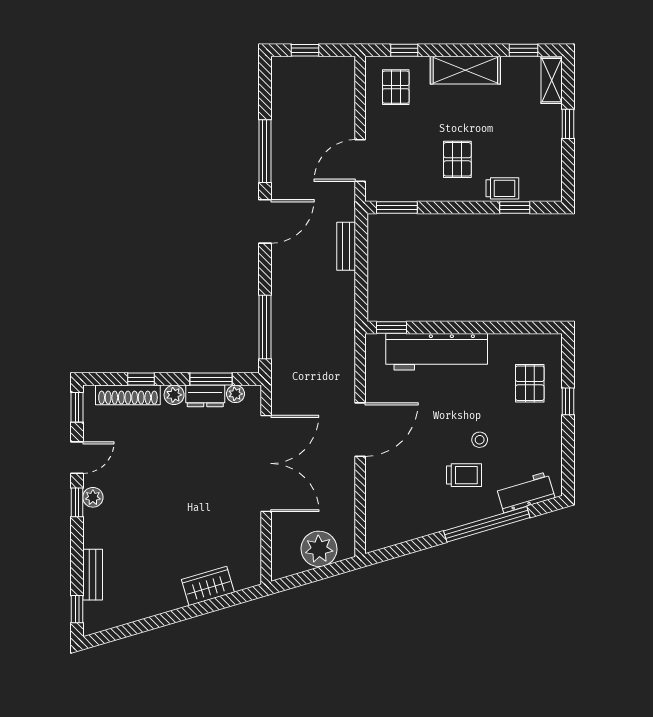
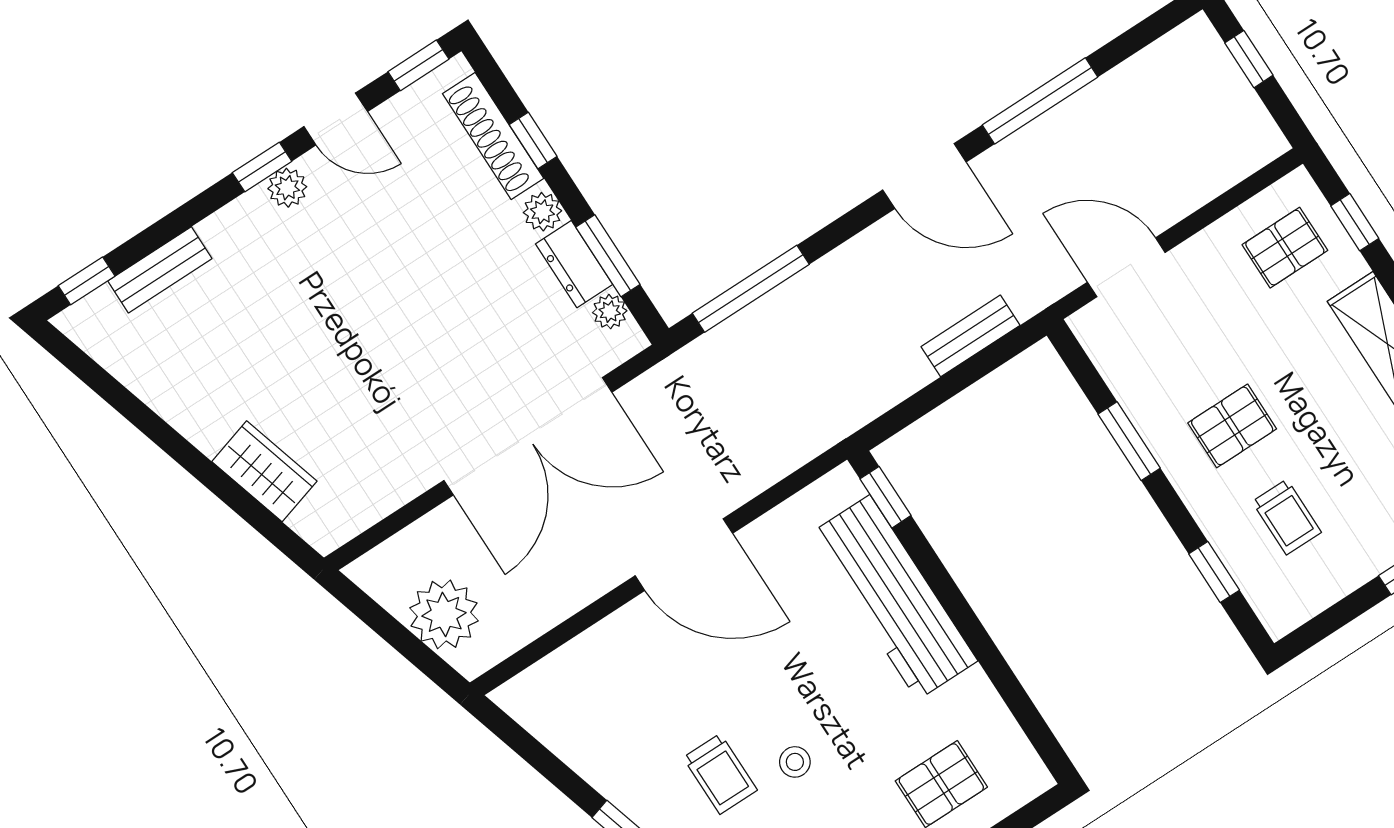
trolley: (502, 188) -> (1287, 517), moved
window: (397, 208) -> (1129, 441), moved

